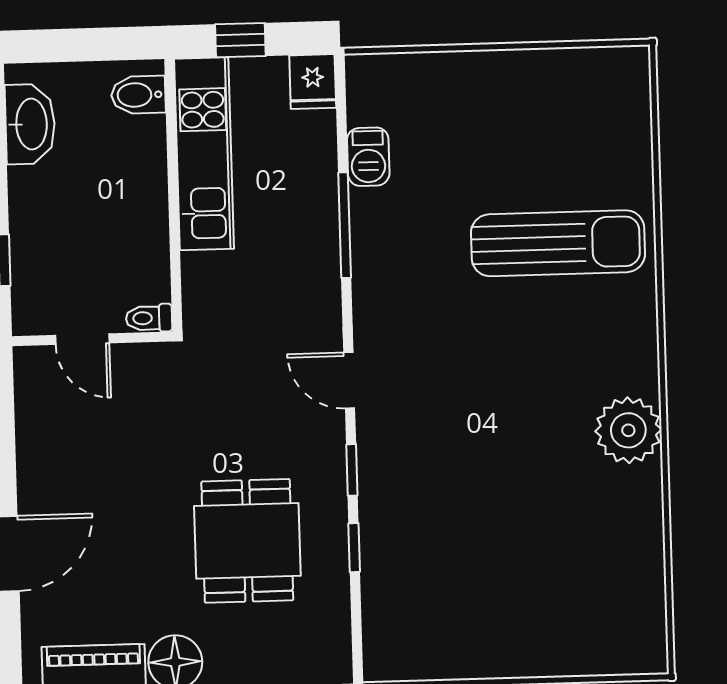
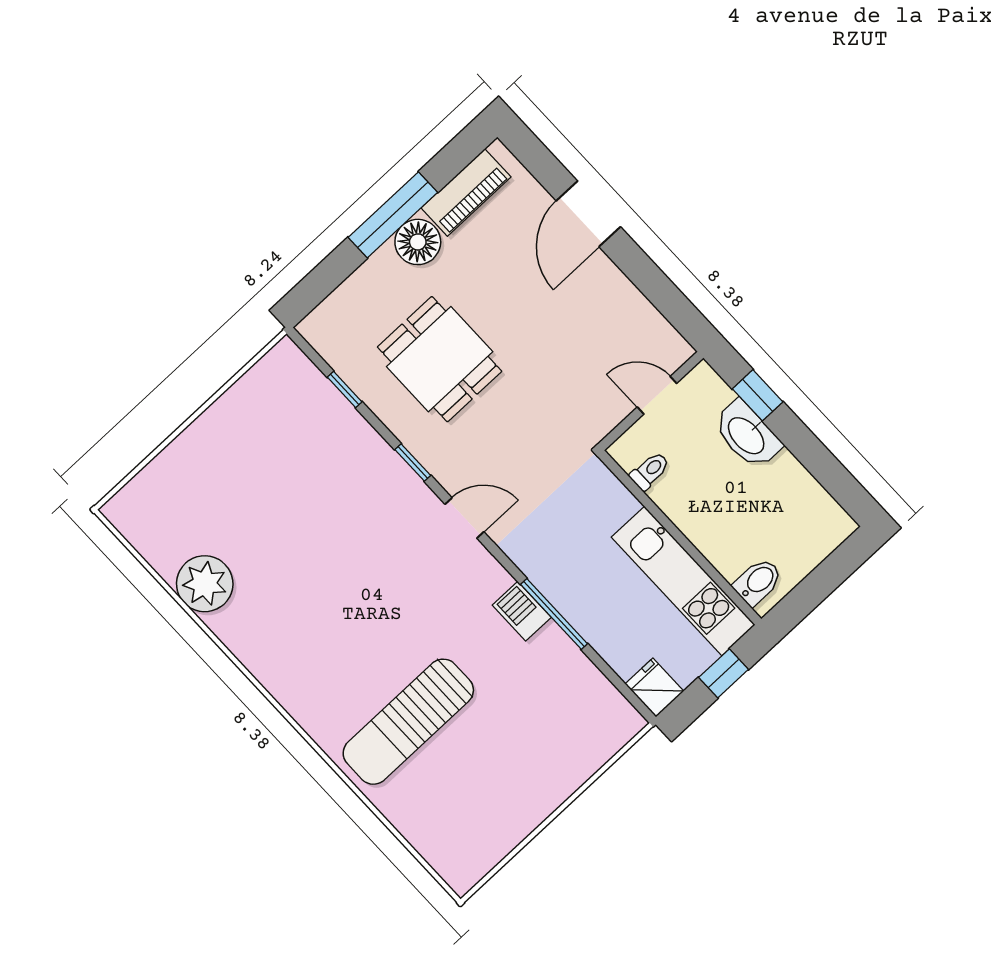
washbasin: (30, 124) -> (747, 435), moved
barbecue: (368, 157) -> (522, 611), moved
toilet: (149, 318) -> (650, 471), moved
plant: (628, 430) -> (205, 584), moved
window: (354, 548) -> (345, 390), moved

